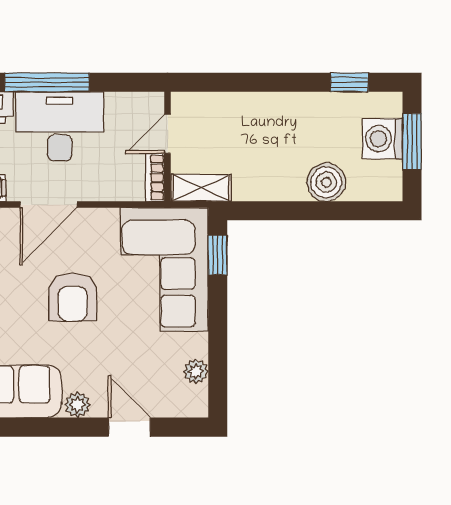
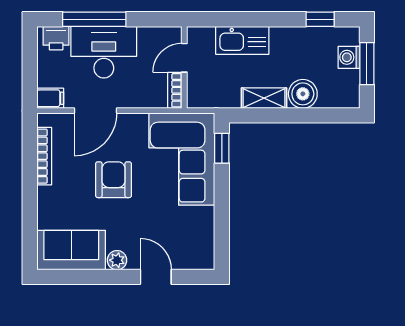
kitchen sink: (245, 111) -> (242, 40), added
washing machine: (382, 139) -> (349, 57), width x0.73, depth x0.73
shelving: (201, 188) -> (264, 98), moved
armchair: (73, 297) -> (114, 180), turned 180
plant: (196, 371) -> (206, 235), removed

